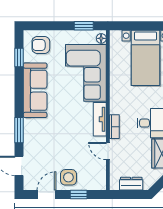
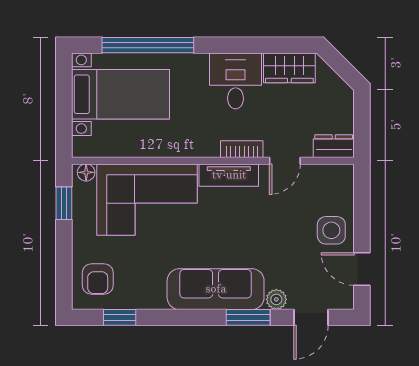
sofa: (35, 90) -> (216, 289), moved
plant: (29, 146) -> (276, 299), added
dresser: (131, 184) -> (334, 146), moved, turned 90
window: (79, 195) -> (362, 212), removed

